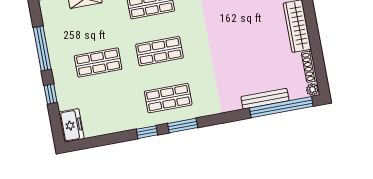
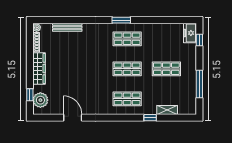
window: (51, 94) -> (199, 40), moved
window: (281, 107) -> (58, 20), removed
window: (147, 132) -> (144, 20), removed

